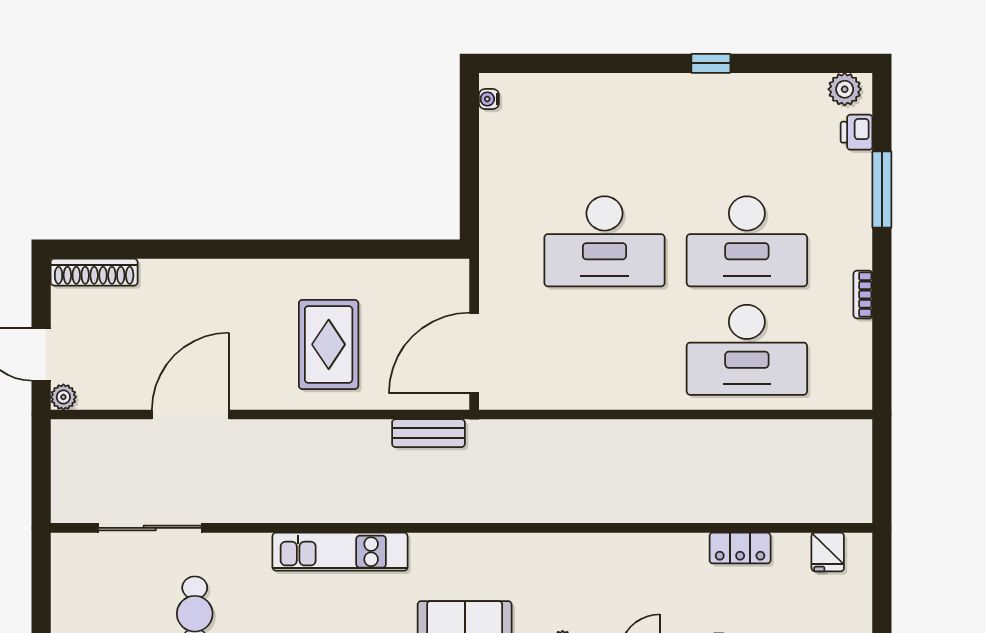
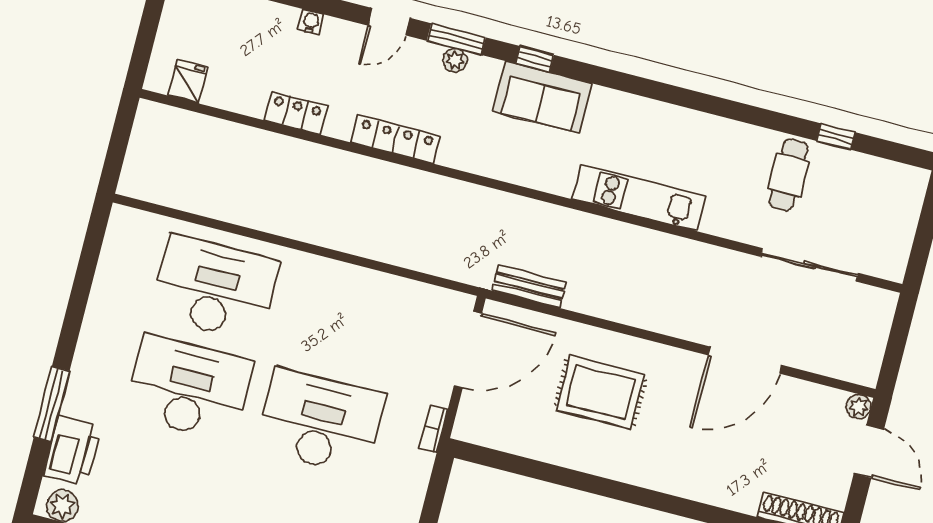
printer: (857, 132) -> (72, 451), width x1.87, depth x1.48
bookcase: (863, 295) -> (433, 429), moved, turned 180
rug: (329, 344) -> (601, 392), turned 90
locker: (602, 547) -> (396, 139), added
locker: (740, 548) -> (296, 113), moved

